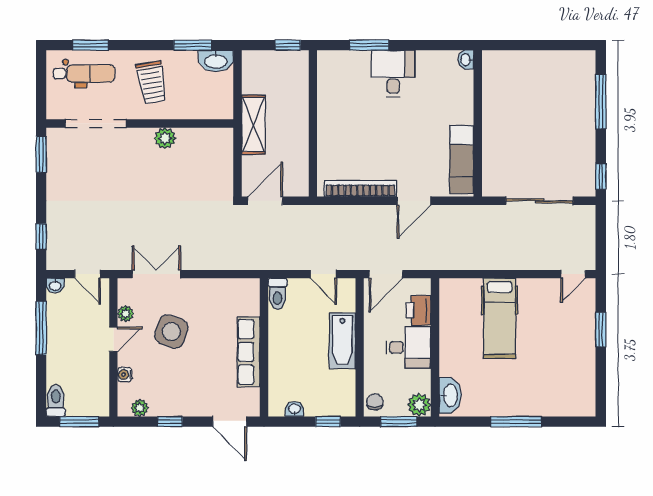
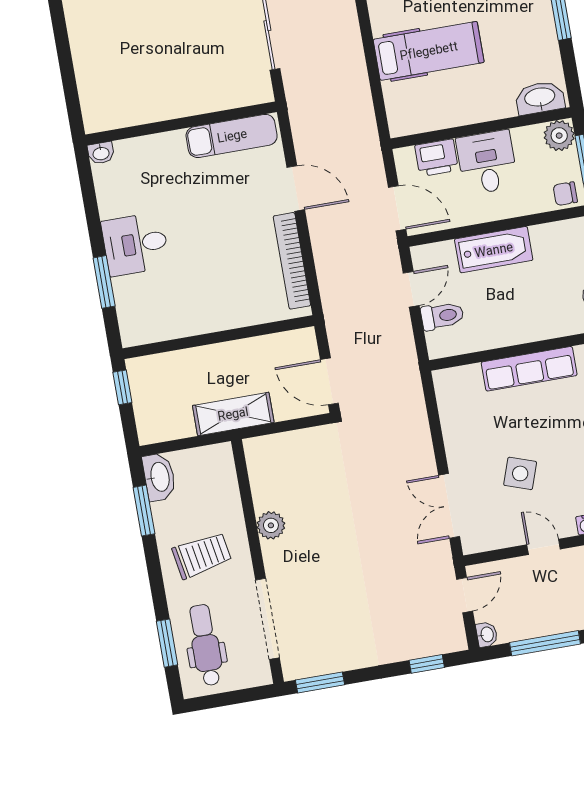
toilet: (278, 294) -> (442, 316), moved
plant: (126, 314) -> (507, 537), removed
side table: (171, 332) -> (520, 473), width x0.73, depth x0.73

